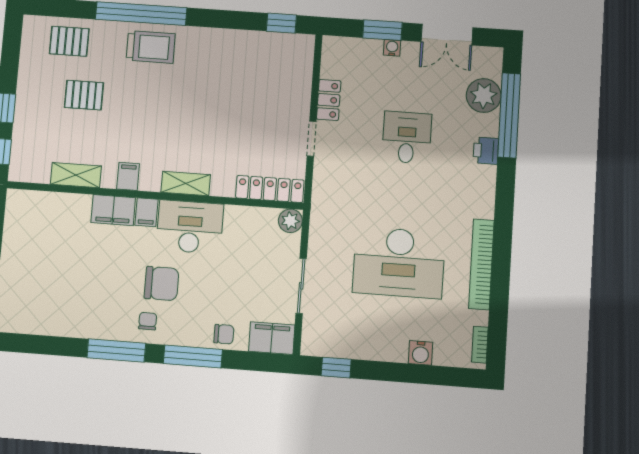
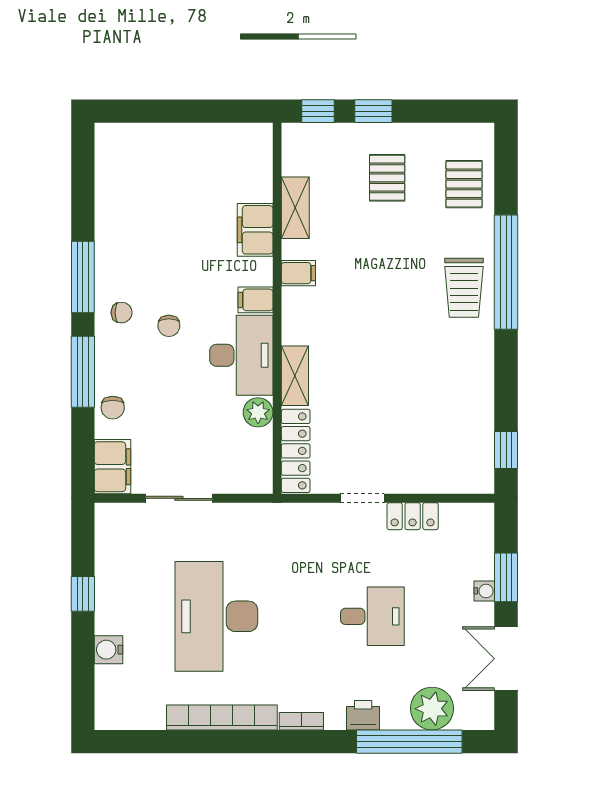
pallet: (84, 95) -> (387, 178), moved
shelving: (186, 183) -> (295, 376), moved
filing cabinet: (113, 210) -> (255, 230), moved
plant: (290, 221) -> (258, 412), moved
chair: (162, 284) -> (169, 326), width x0.54, depth x0.54
bookcase: (480, 345) -> (301, 721), moved
window: (336, 368) -> (83, 594), moved

